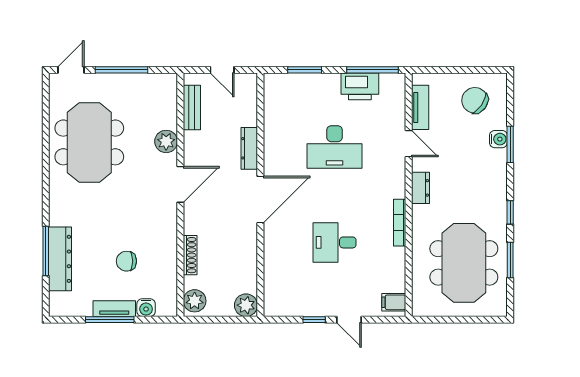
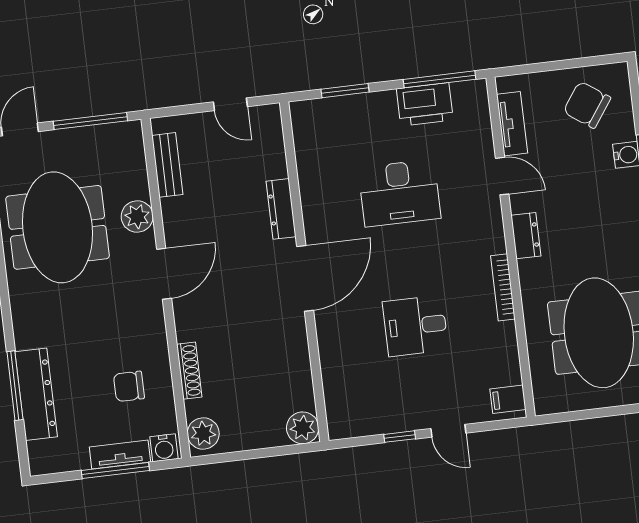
bench: (192, 107) -> (167, 165), moved
plant: (166, 141) -> (137, 216), moved
door: (180, 184) -> (164, 274), moved
wall: (180, 195) -> (166, 288), moved
shoe rack: (190, 255) -> (189, 371), moved
plant: (195, 301) -> (203, 434), moved

